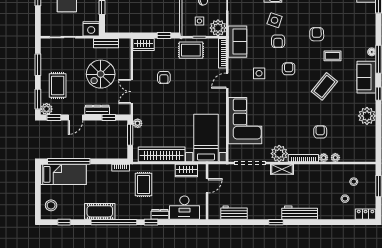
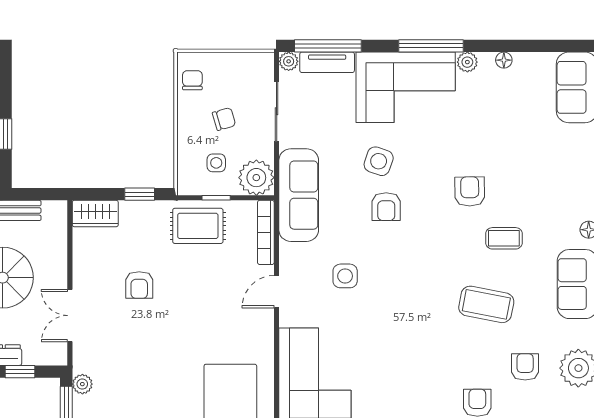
sofa: (238, 42) -> (299, 195), width x1.36
armchair: (289, 69) -> (525, 367), moved
coffee table: (324, 86) -> (486, 304), turned 62

